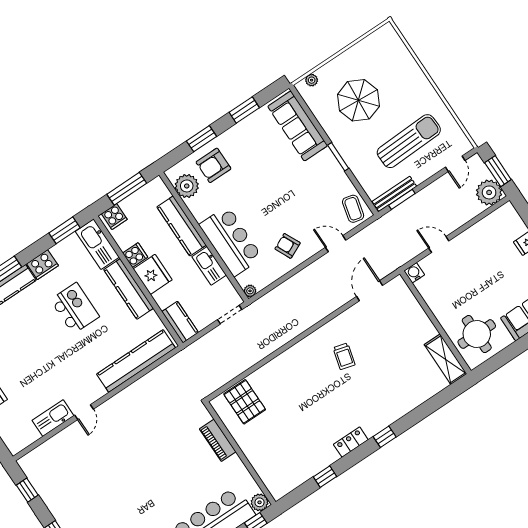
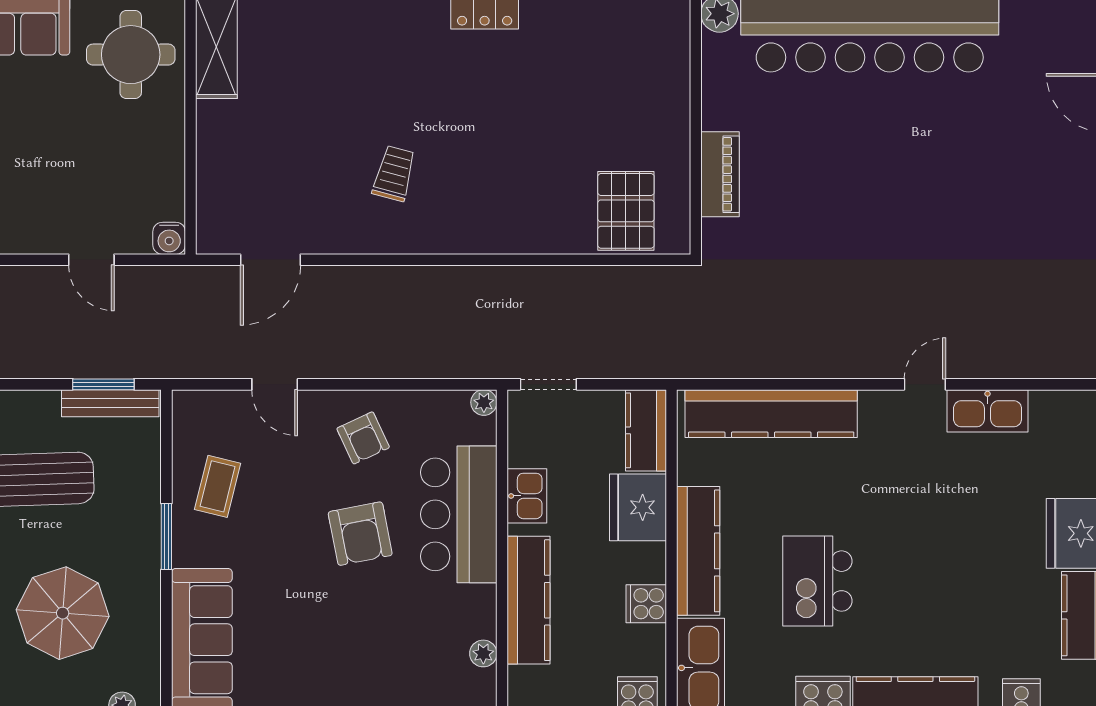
armchair: (213, 165) -> (360, 534), moved, turned 79
plant: (187, 186) -> (483, 653), width x0.53, depth x0.53
coffee table: (353, 209) -> (218, 486), moved
kitchen sink: (209, 266) -> (527, 496), width x0.73
fridge: (153, 274) -> (638, 507), moved

